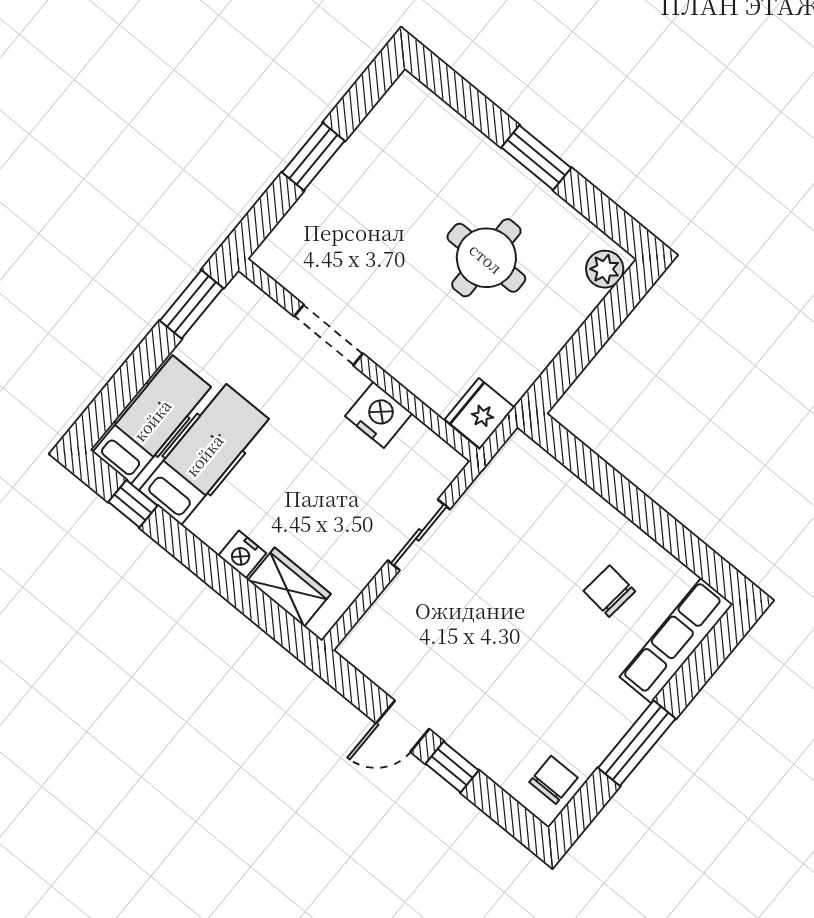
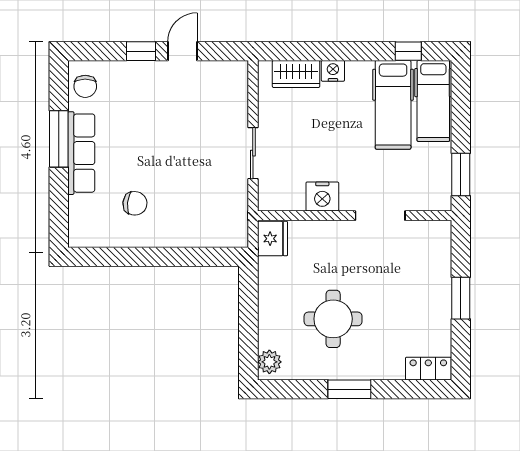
locker: (422, 105) -> (428, 369), added
row of seats: (676, 641) -> (81, 153), moved

